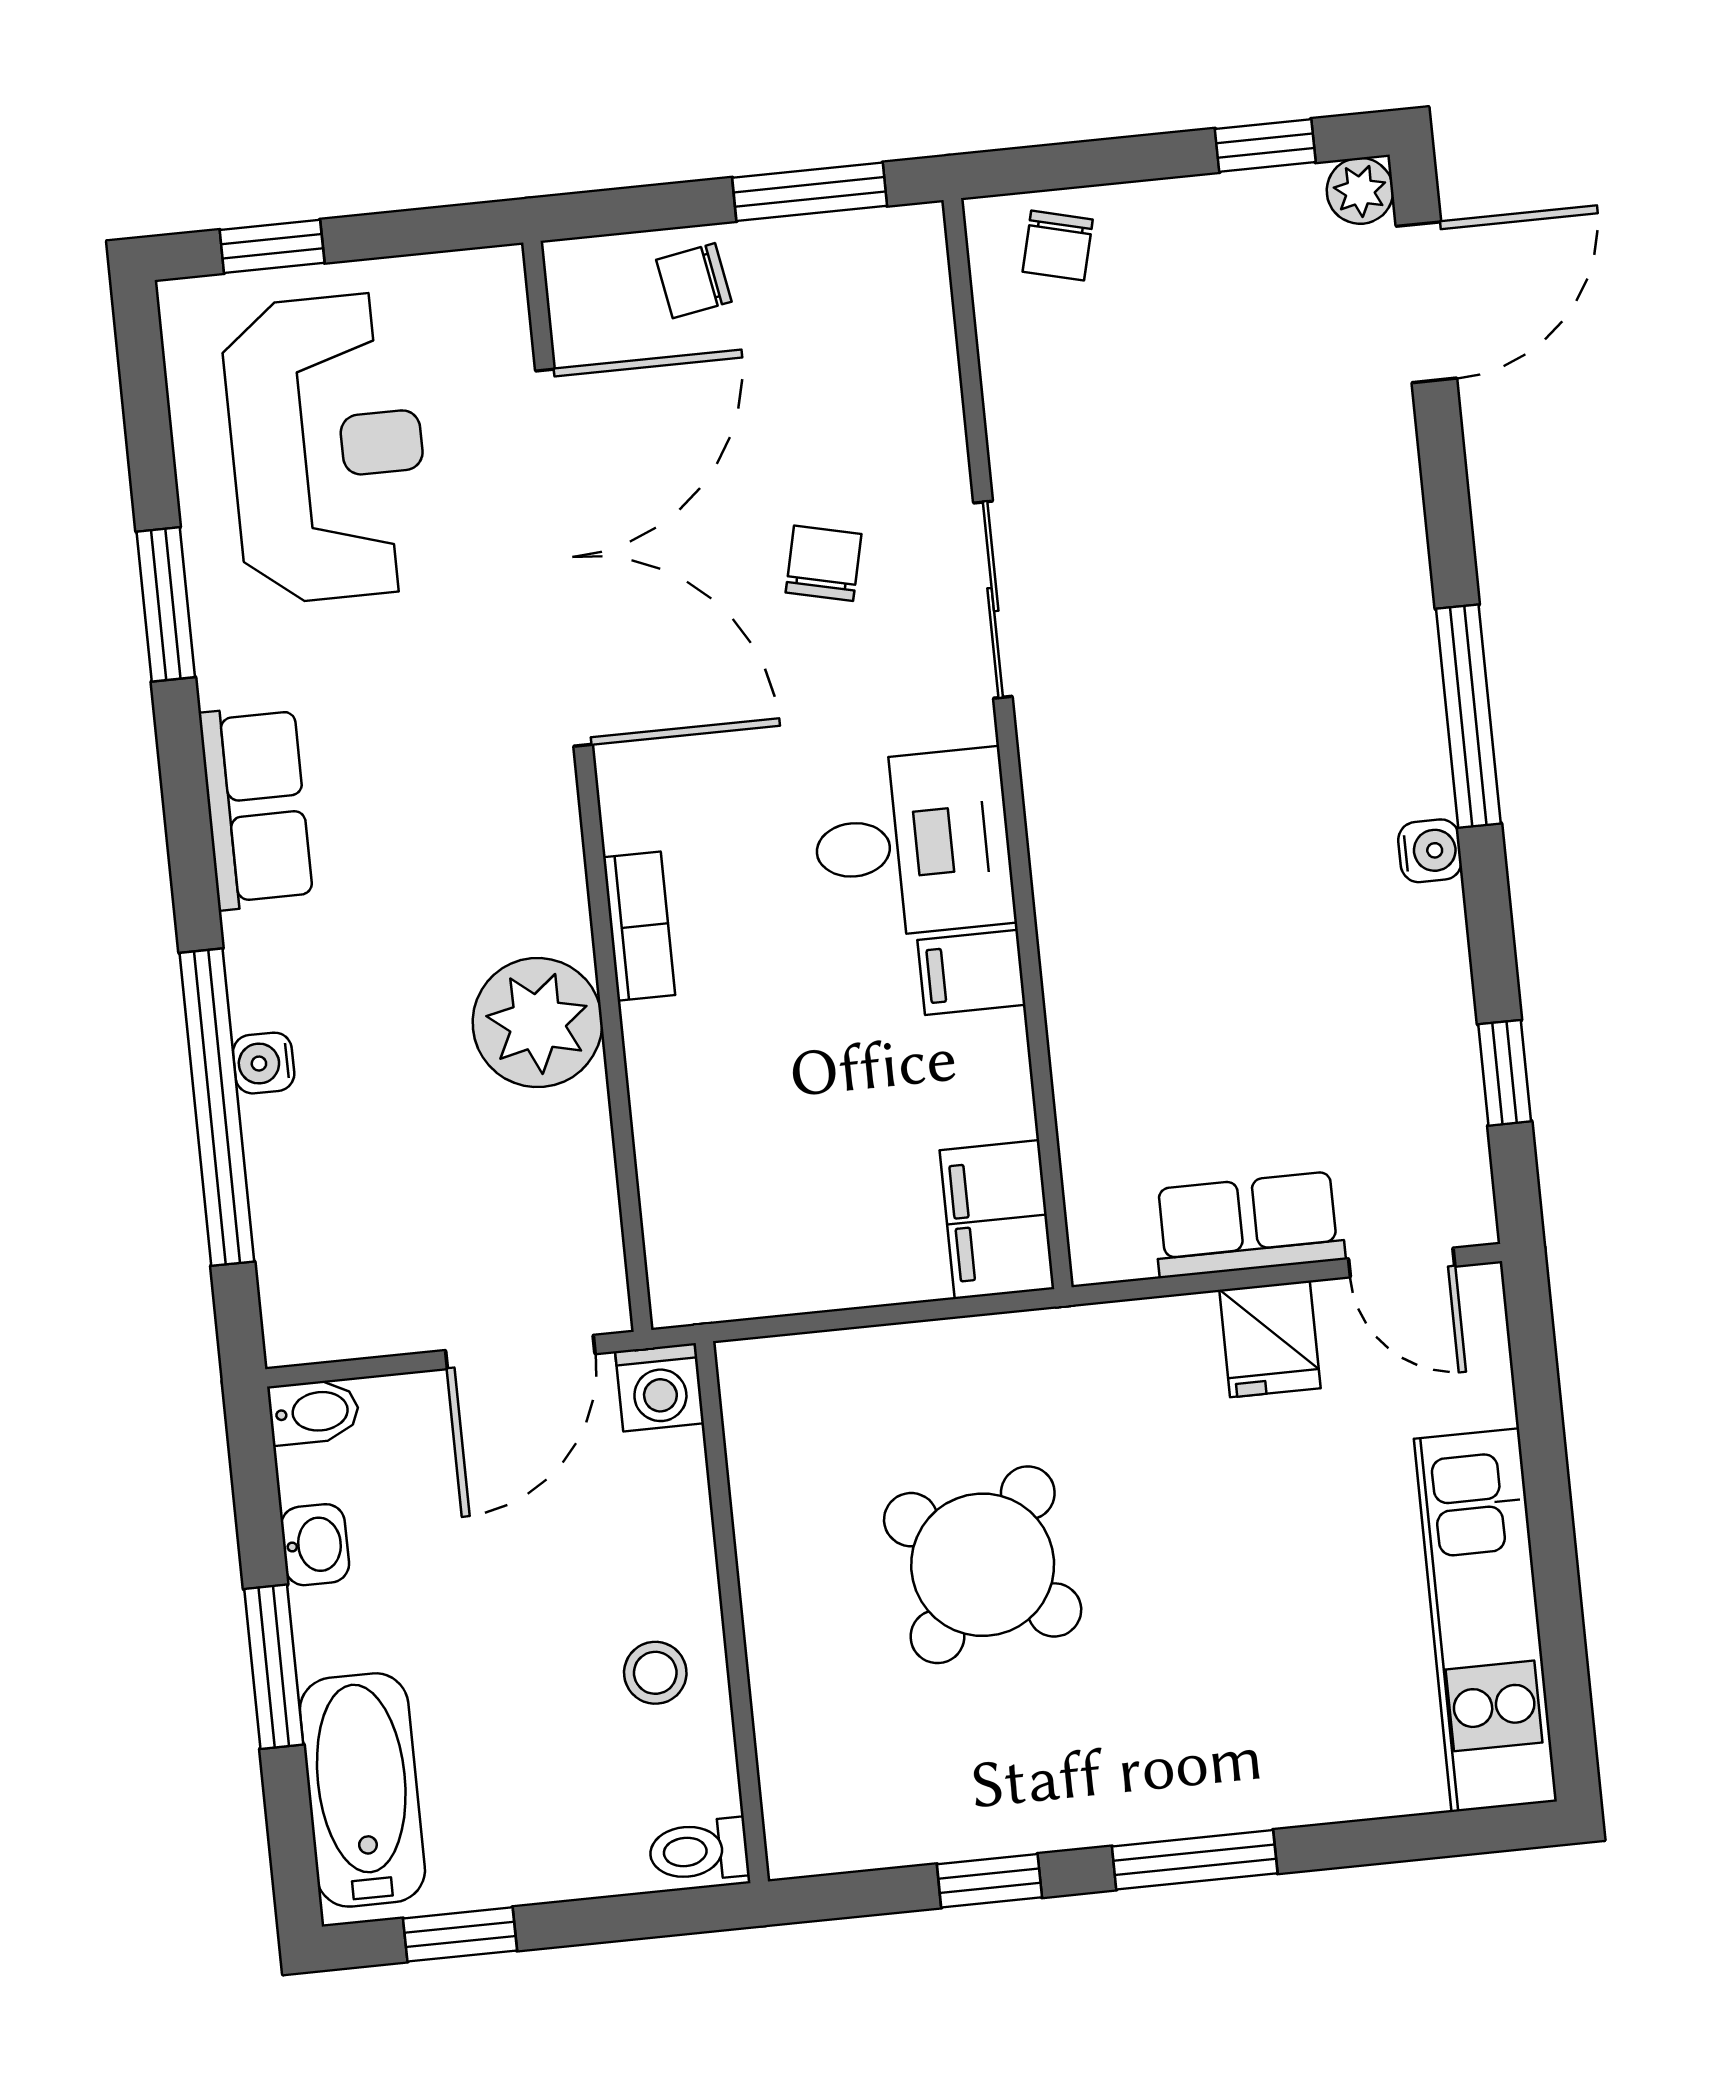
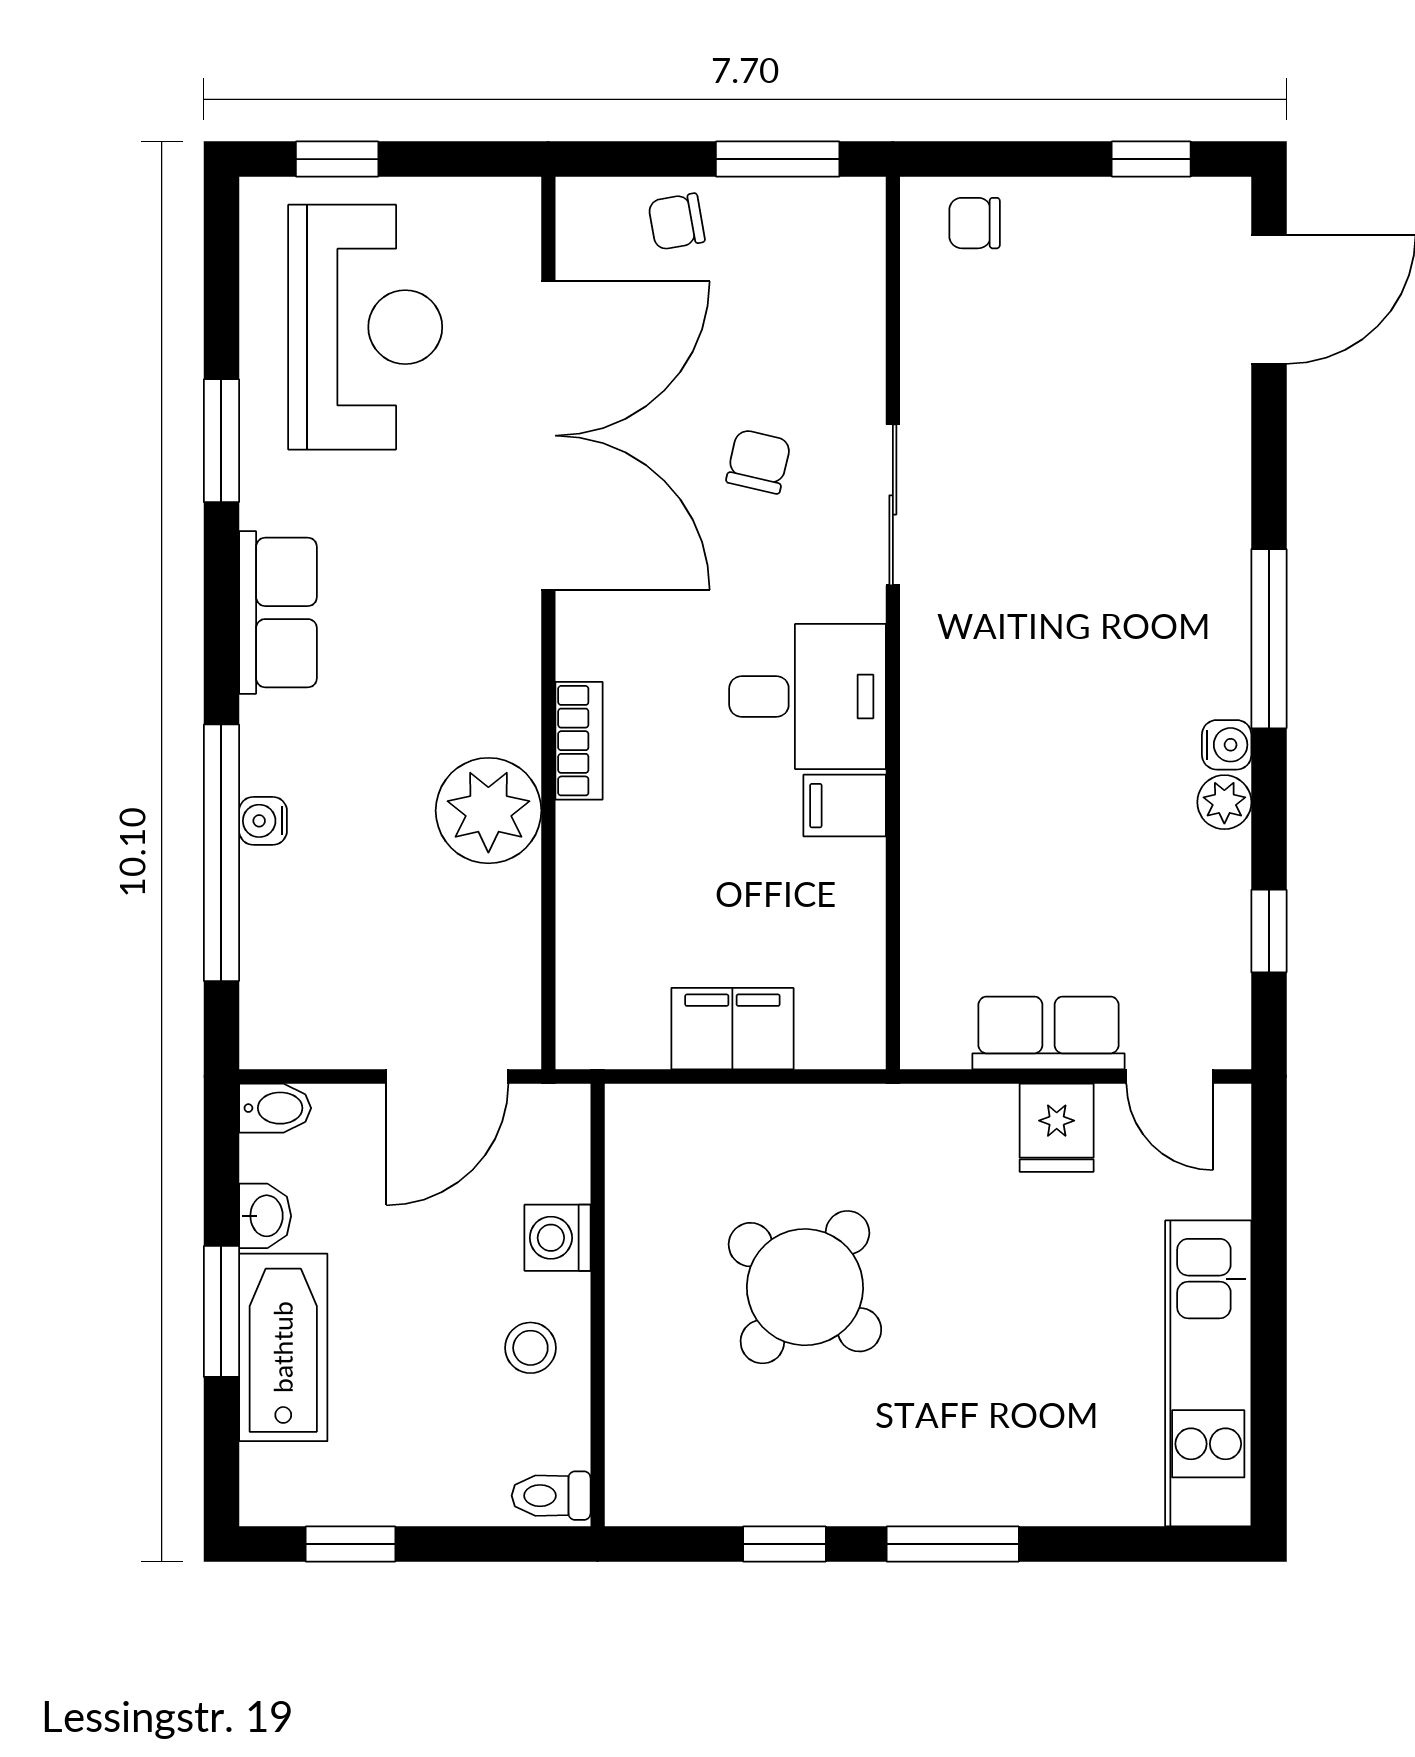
plant: (1360, 191) -> (1224, 802), moved
chair: (1058, 246) -> (975, 223), turned 76
filing cabinet: (997, 1220) -> (732, 1029), moved, turned 90
washing machine: (660, 1387) -> (558, 1238), moved, turned 90
bathtub: (362, 1790) -> (283, 1347), moved

